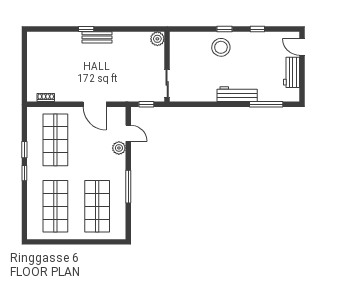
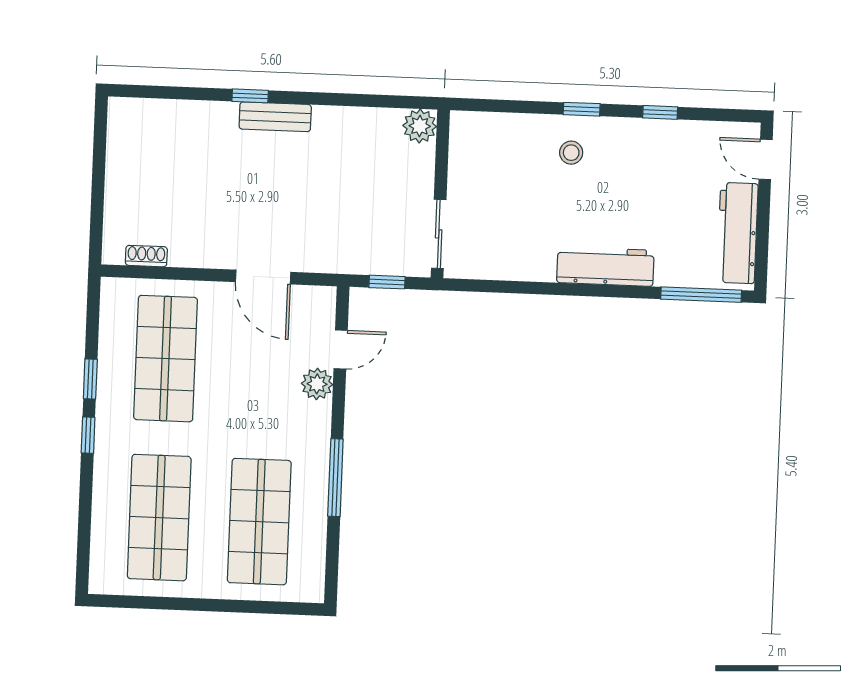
stool: (221, 47) -> (571, 153), width x0.53, depth x0.53
workbench: (292, 72) -> (738, 233), width x1.38
window: (266, 104) -> (701, 295), moved
door: (128, 133) -> (341, 350), hinge flipped

